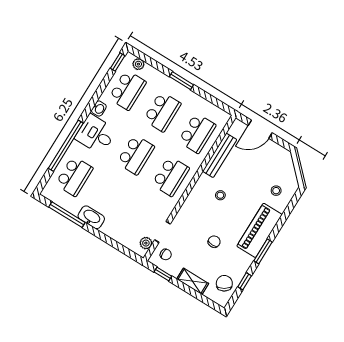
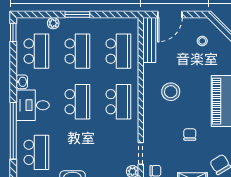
plant: (138, 64) -> (53, 23), moved
bench: (220, 155) -> (149, 40), moved
stool: (276, 191) -> (202, 41), moved
stool: (220, 195) -> (171, 92), width x1.89, depth x1.89

